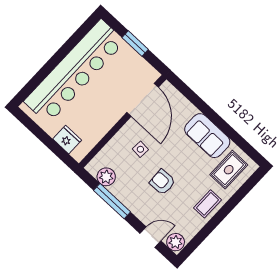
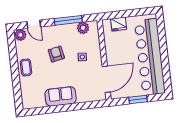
door: (143, 100) -> (106, 79), swing flipped
rug: (229, 170) -> (34, 93), removed
armchair: (162, 182) -> (56, 54), turned -99
door: (150, 237) -> (34, 24), hinge flipped

